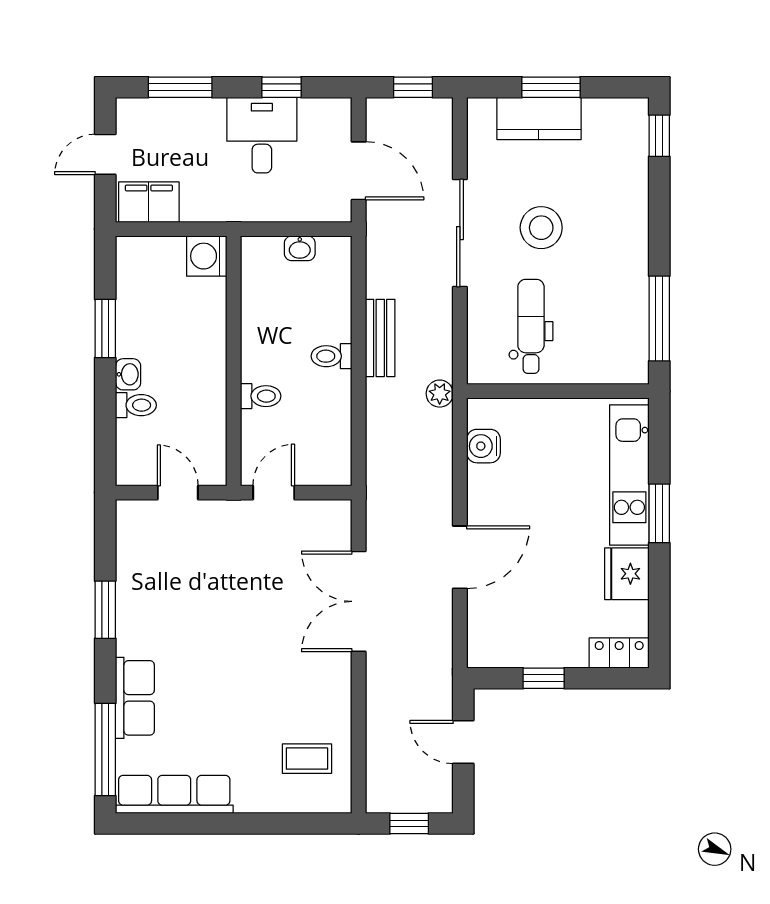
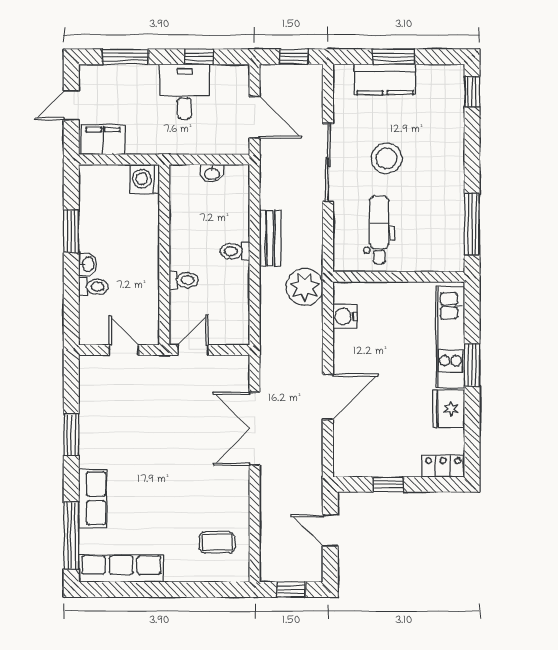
plant: (440, 394) -> (305, 287), width x1.88, depth x1.88

